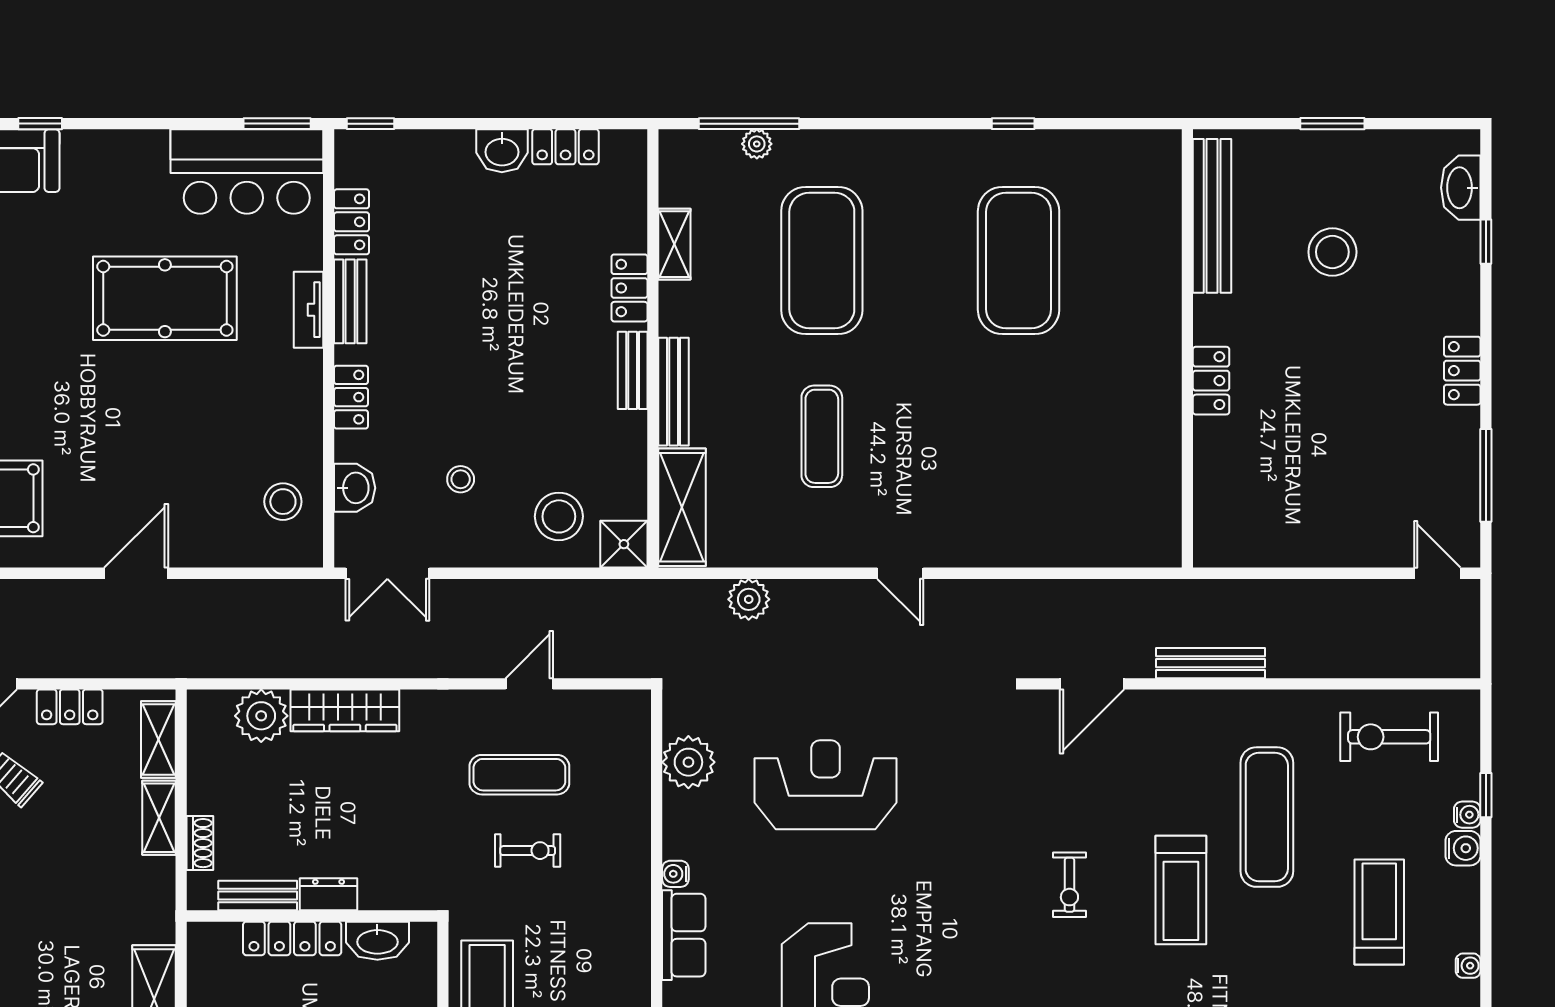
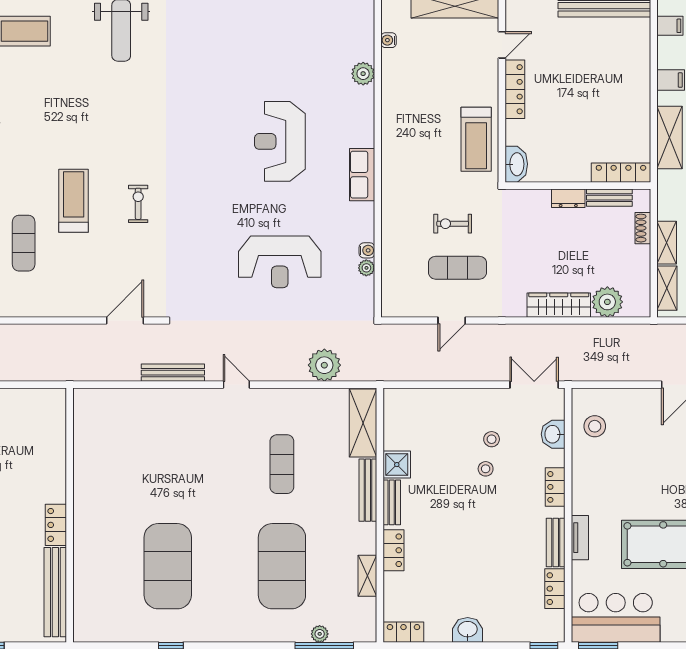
locker: (565, 147) -> (403, 632), moved
locker: (1211, 381) -> (56, 525), moved
stool: (559, 516) -> (486, 469), moved, width x0.53, depth x0.53
shower: (624, 544) -> (397, 465), moved
plant: (749, 599) -> (324, 365), width x1.36, depth x1.36
bench: (1211, 663) -> (173, 373), moved
plant: (688, 762) -> (366, 268), width x0.53, depth x0.53
exercise mat: (1267, 817) -> (24, 243), width x0.73, depth x0.69
water cooler: (675, 874) -> (367, 250), moved
locker: (292, 938) -> (621, 173), moved
washbasin: (377, 941) -> (516, 164), moved, turned 90

